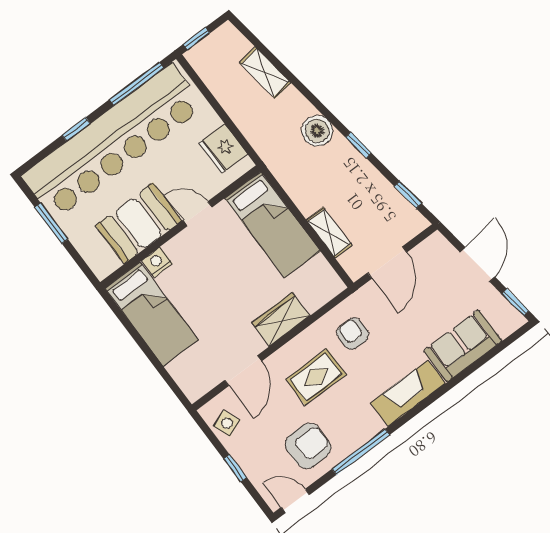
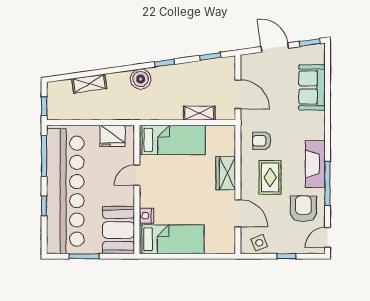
booth: (139, 223) -> (119, 230), moved
fireplace: (408, 393) -> (315, 164), moved

